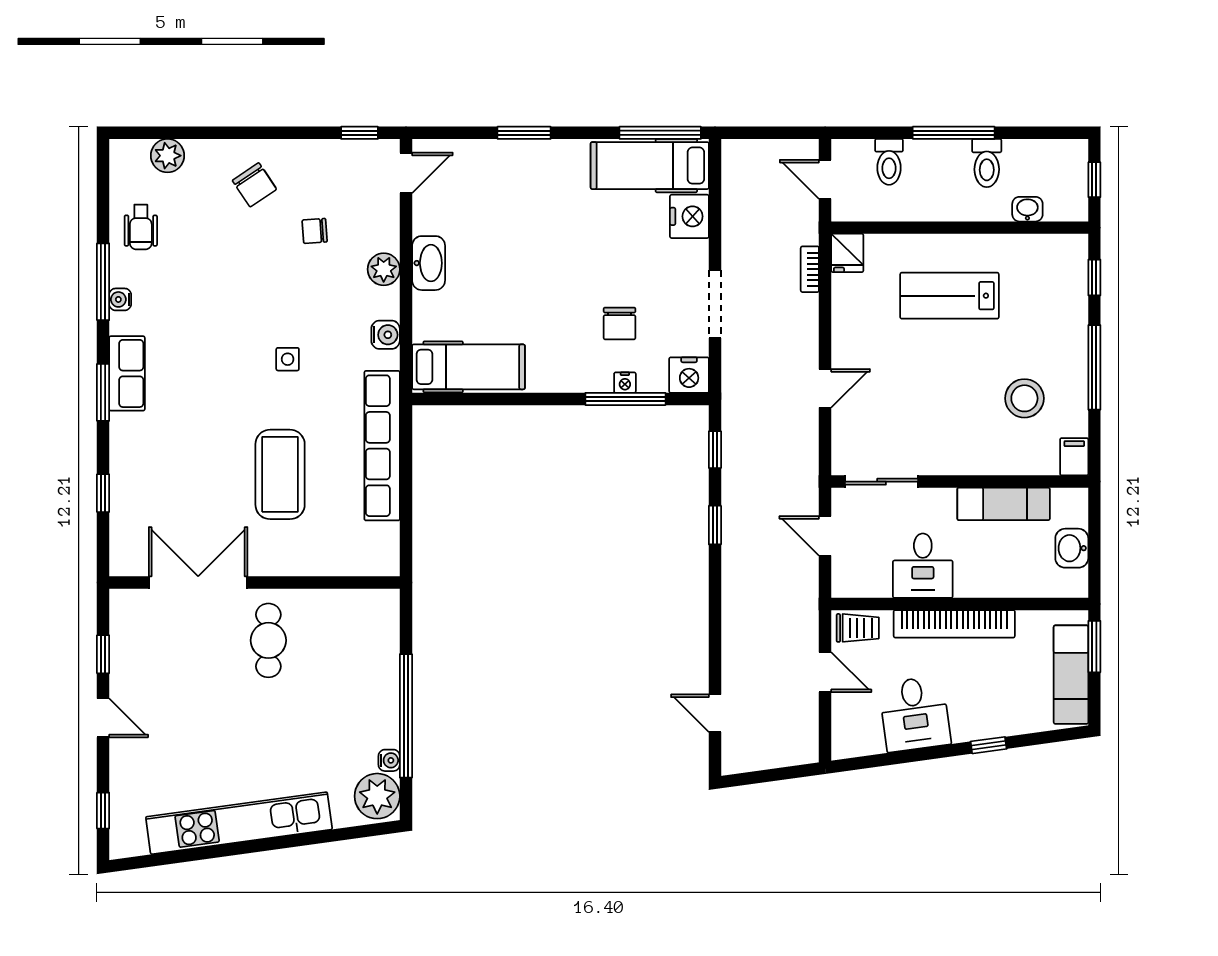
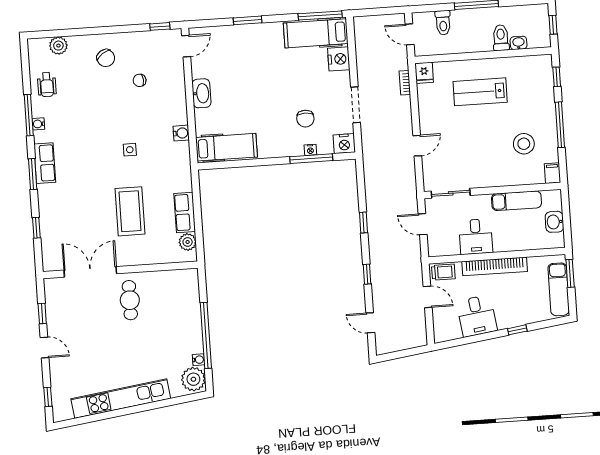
toilet: (987, 163) -> (501, 38), moved, turned 180
plant: (384, 269) -> (188, 242), moved
row of seats: (382, 446) -> (185, 212), width x0.50
window: (715, 450) -> (367, 274), moved

